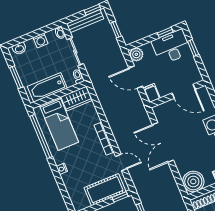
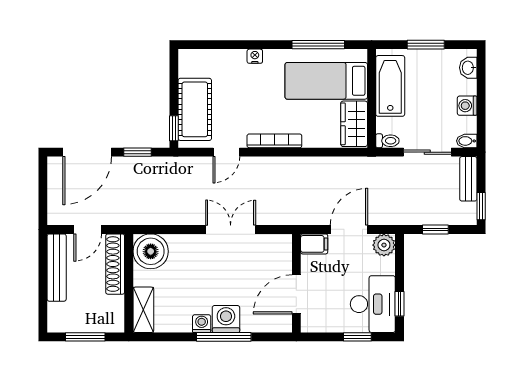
bench: (85, 21) -> (468, 179), width x0.73
window: (41, 136) -> (318, 45), width x0.68
double door: (163, 142) -> (231, 229), width x0.73

